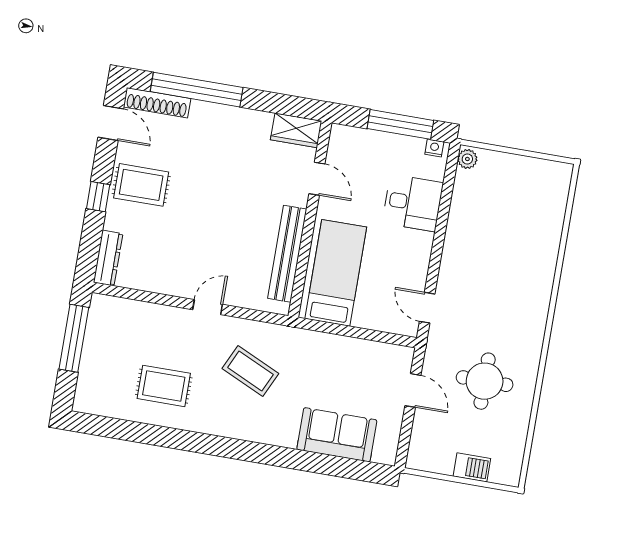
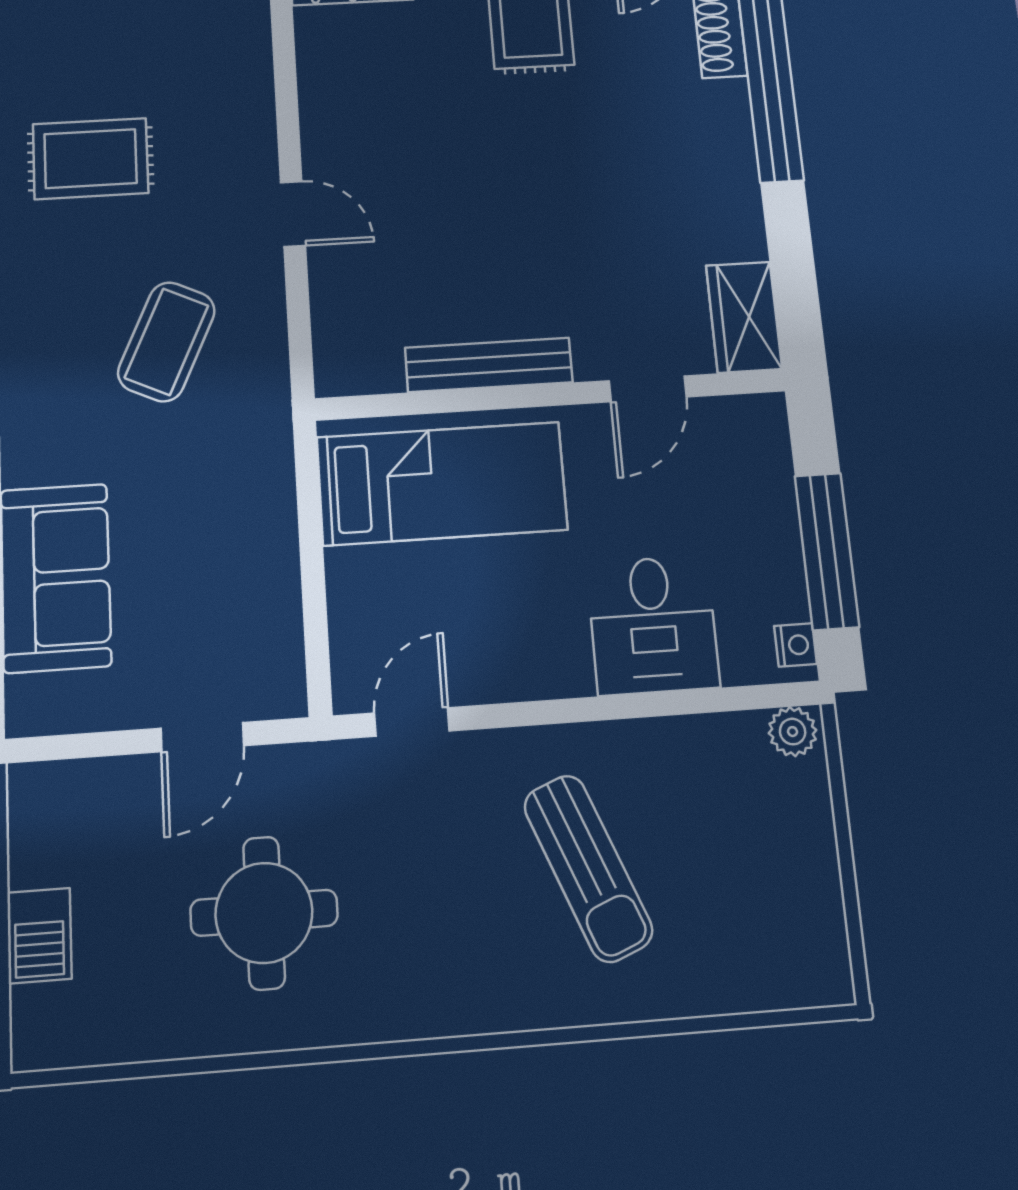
sun lounger: (499, 253) -> (588, 868), added
bench: (287, 254) -> (489, 365), width x0.73, depth x0.82
rug: (164, 386) -> (91, 159), turned 90

